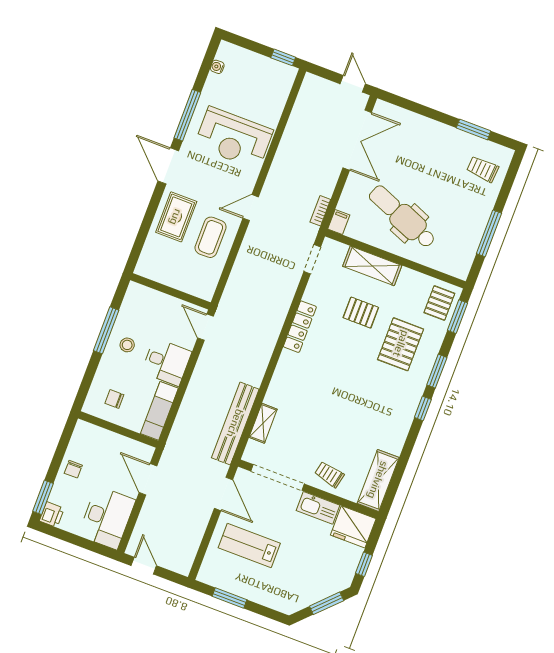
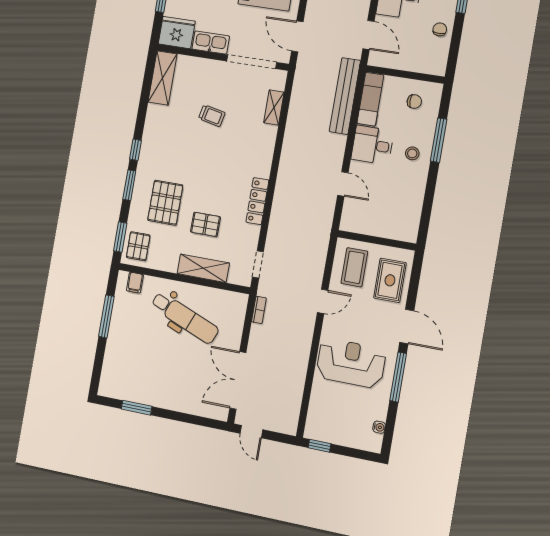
trolley: (483, 169) -> (122, 373), removed
filing cabinet: (339, 222) -> (135, 283), moved
wall: (170, 291) -> (377, 240), moved
window: (106, 330) -> (439, 140), moved
bench: (235, 423) -> (345, 96), moved
trolley: (329, 474) -> (212, 116), moved

